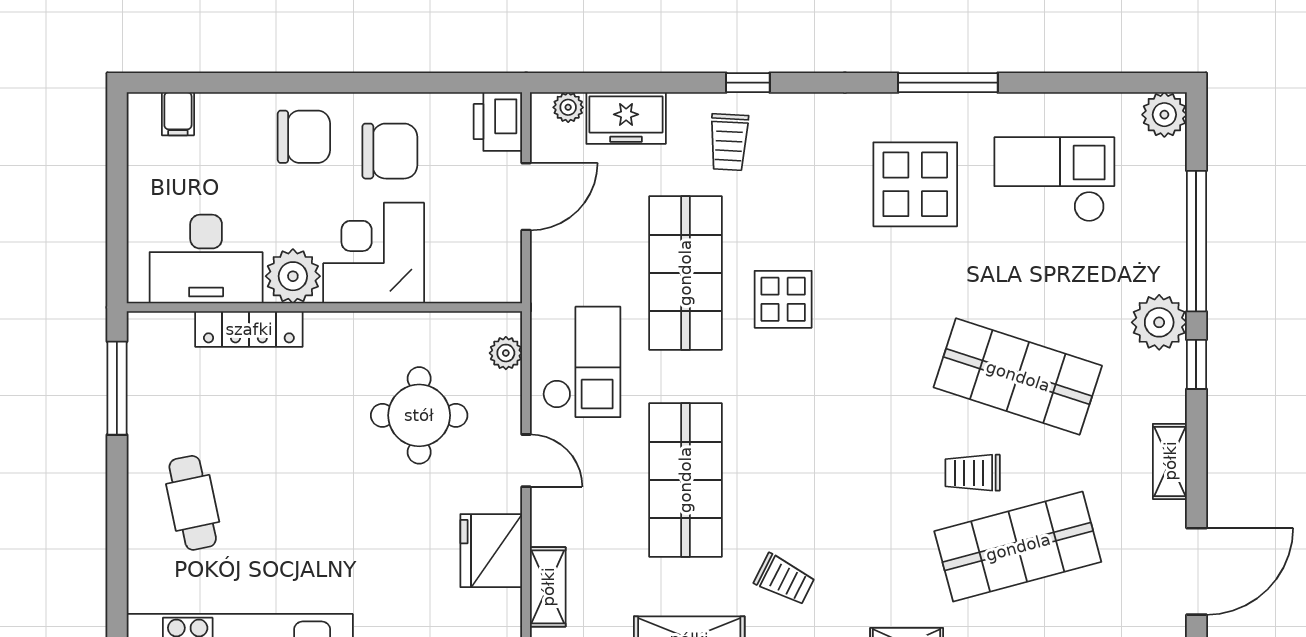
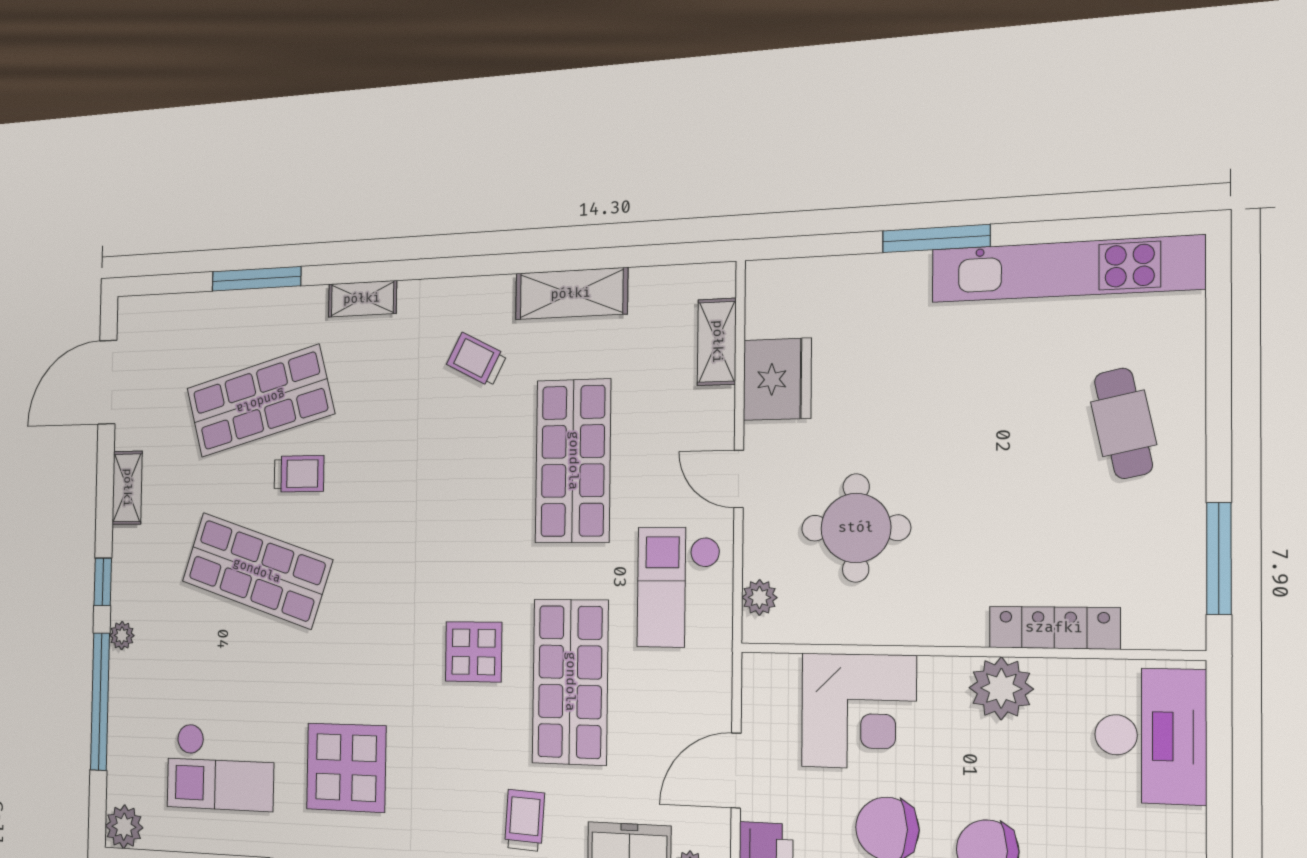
corner desk: (374, 253) -> (859, 711), moved
desk: (206, 259) -> (1150, 736), moved, turned 90
plant: (1159, 322) -> (122, 636), width x0.53, depth x0.53

